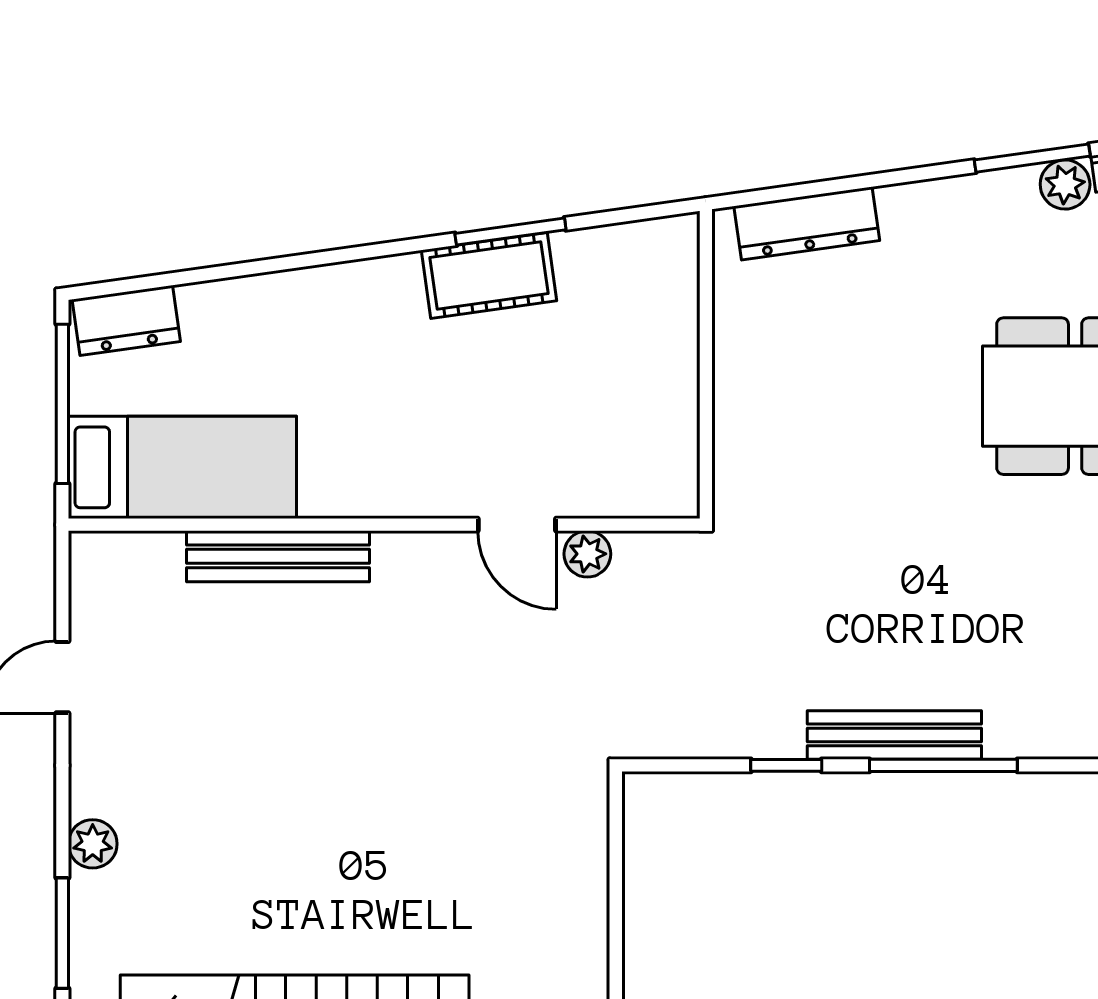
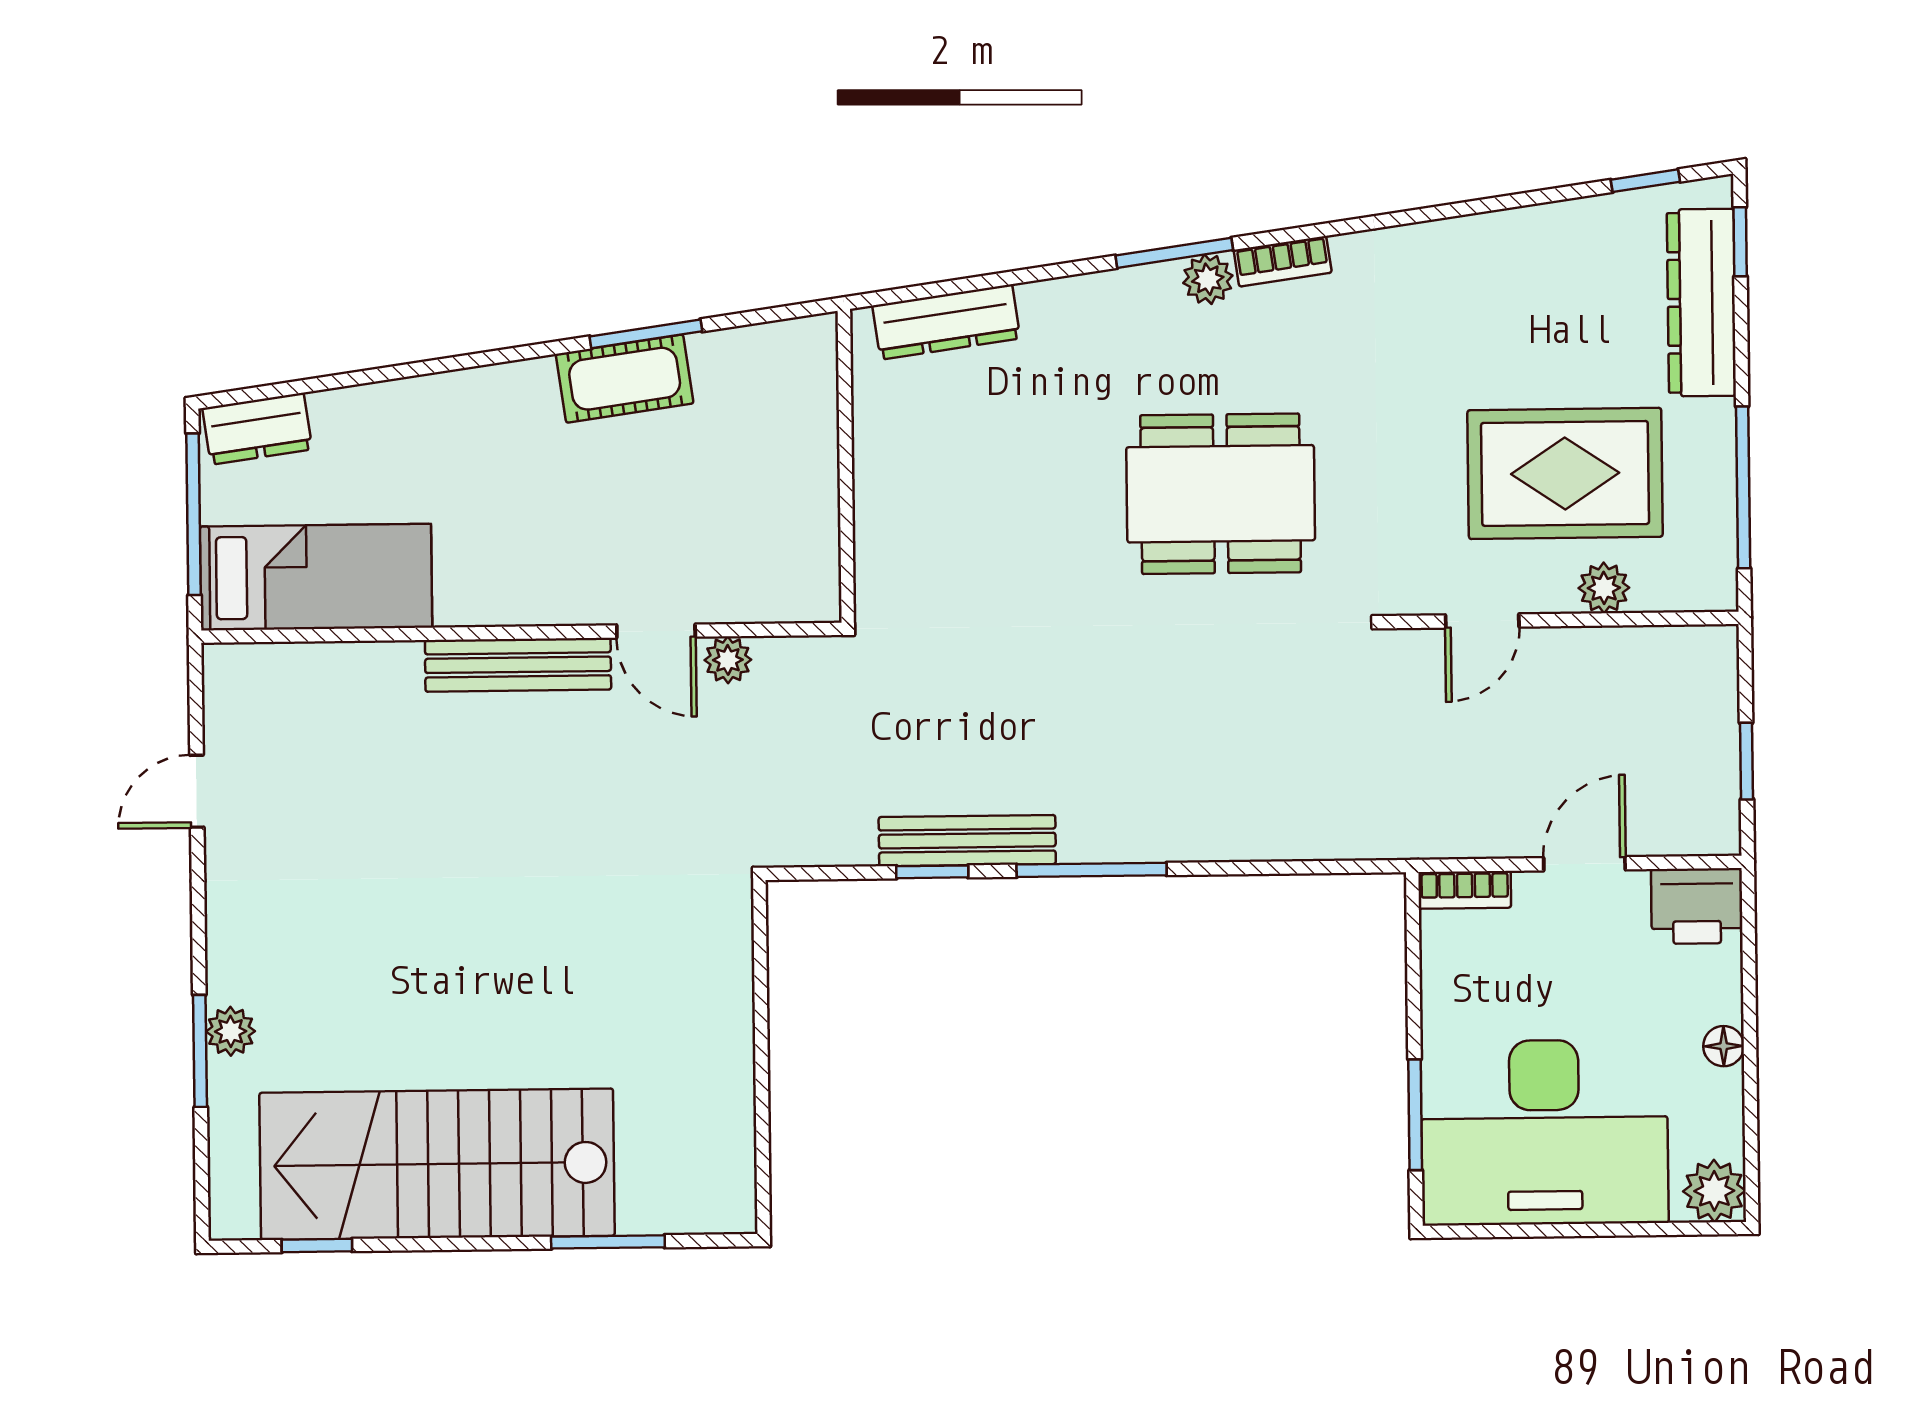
bench: (278, 556) -> (518, 665), moved
bench: (894, 735) -> (967, 841), moved
plant: (93, 844) -> (231, 1031), moved

